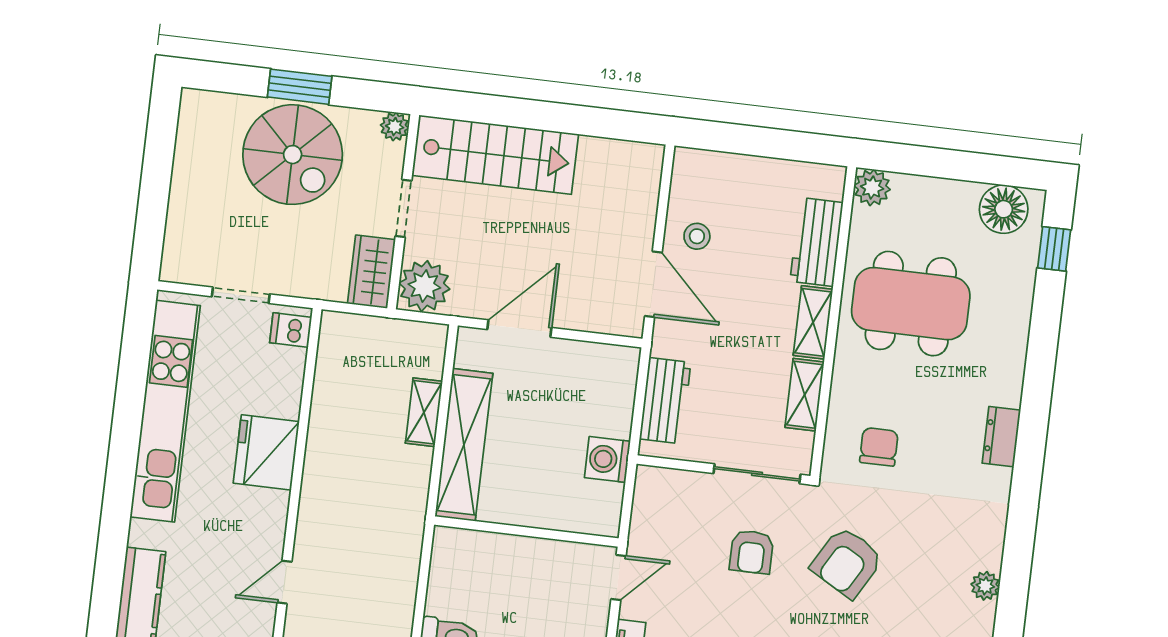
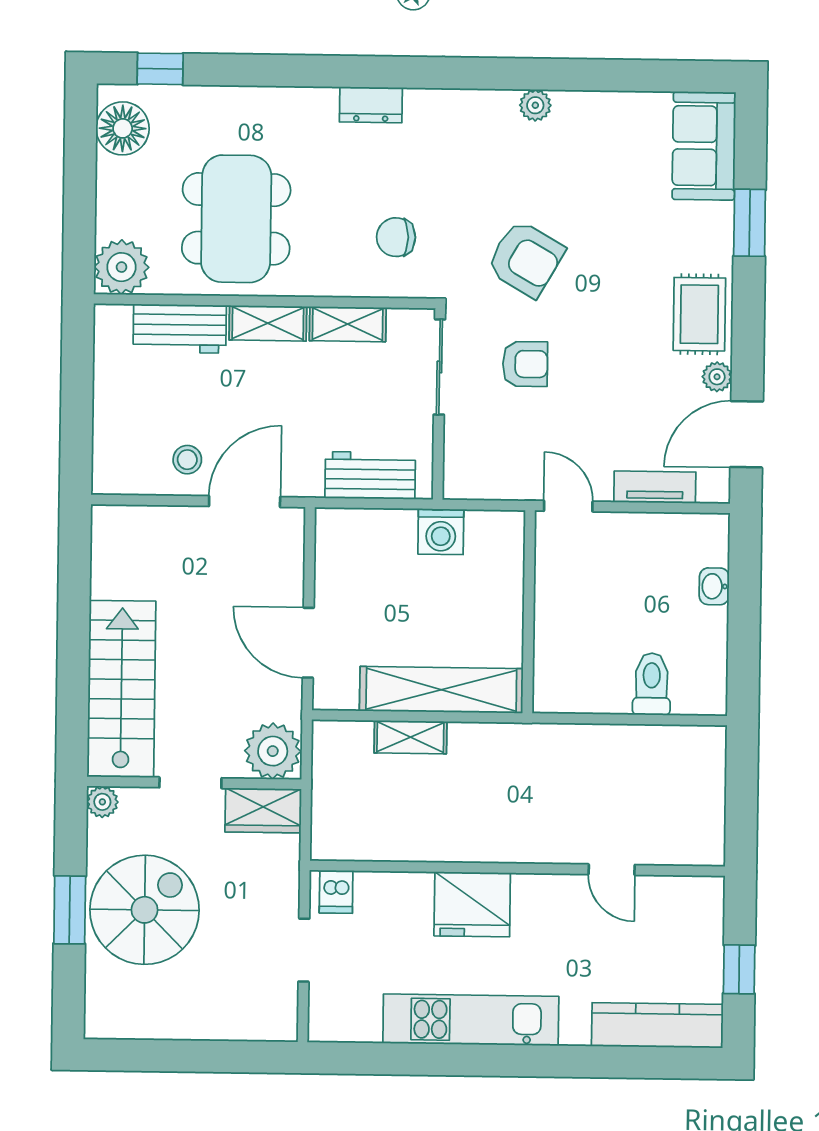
plant: (872, 188) -> (121, 267), width x1.36, depth x1.36
kitchen unit: (165, 411) -> (471, 1020), width x0.73

